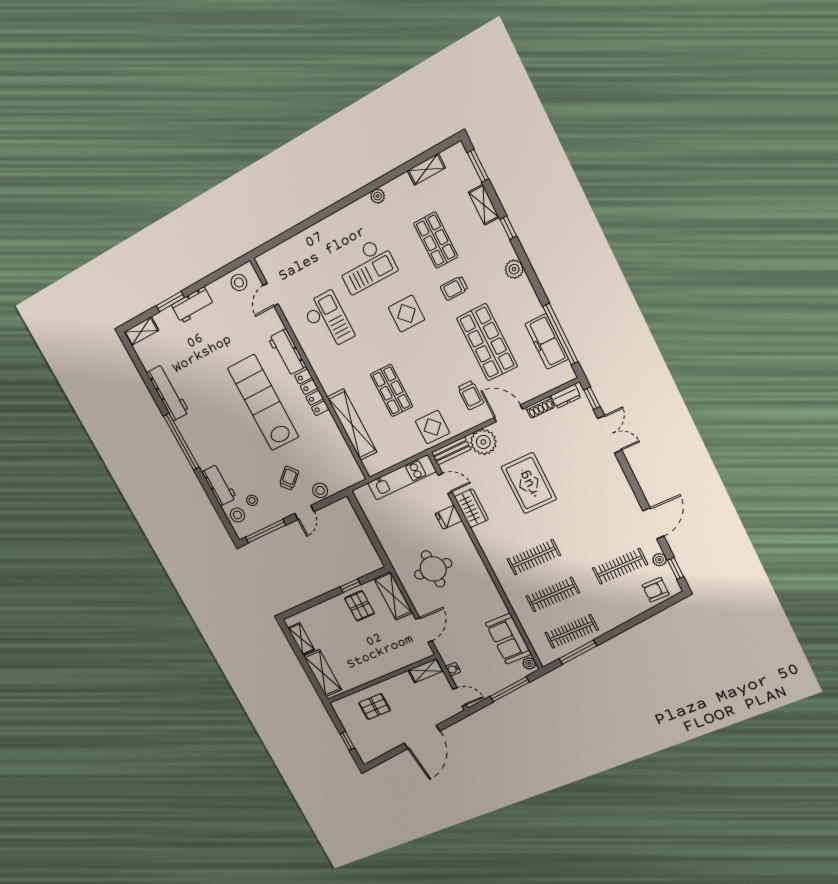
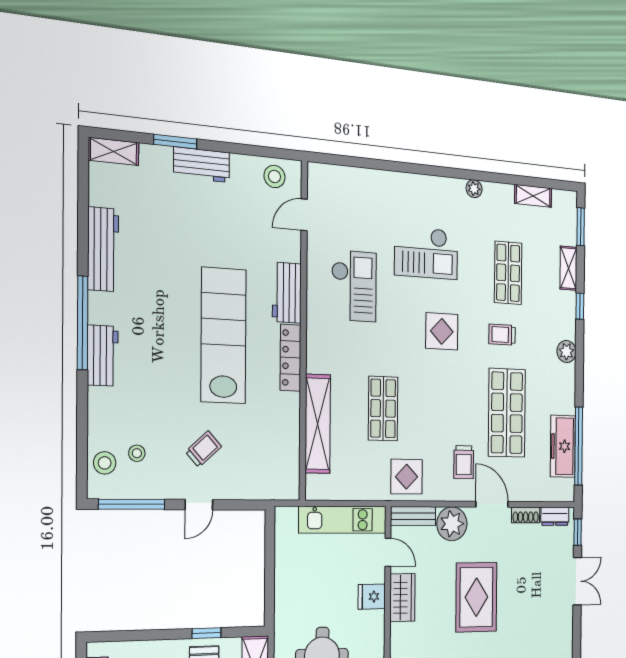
workbench: (219, 485) -> (103, 356), moved
stool: (320, 490) -> (235, 486), removed

